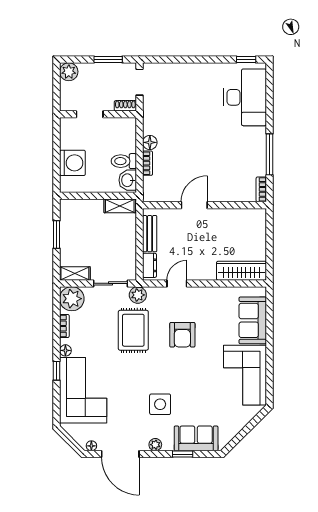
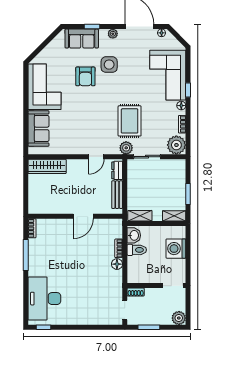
doorway: (90, 114) -> (173, 286), moved
shelving: (75, 273) -> (174, 216), moved
armchair: (182, 335) -> (85, 76), moved, turned 180

